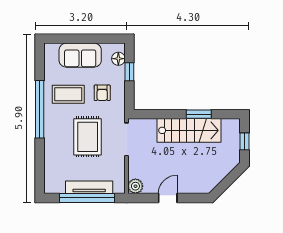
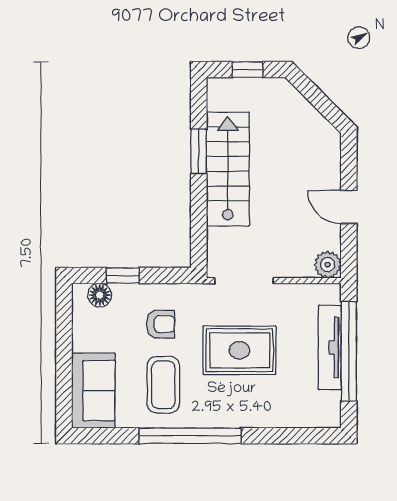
sofa: (80, 55) -> (93, 391), moved

